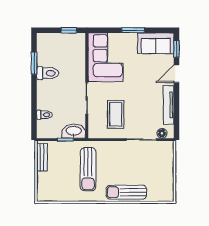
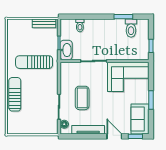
toilet: (48, 73) -> (131, 28), moved
coffee table: (116, 114) -> (82, 98), moved, turned 90

